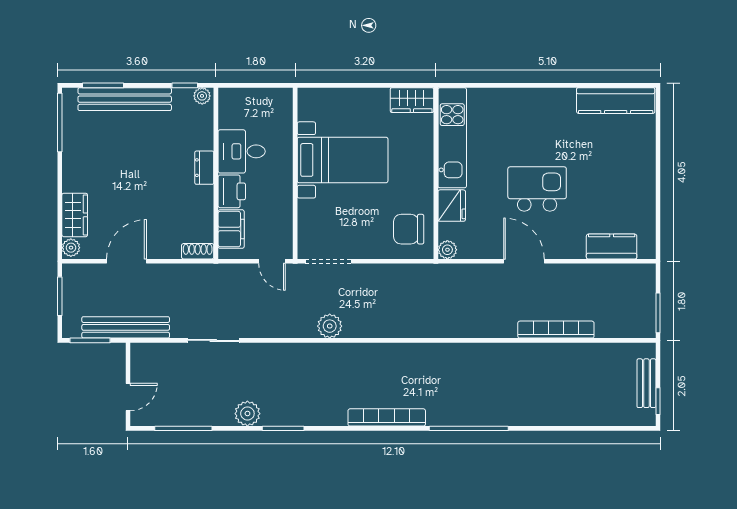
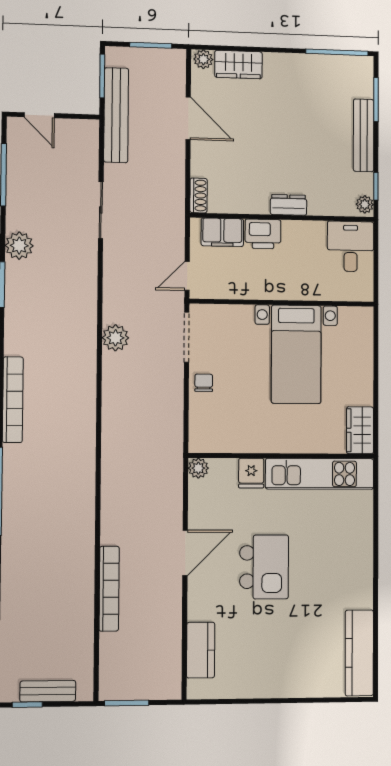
bench: (125, 99) -> (364, 135), width x0.73, depth x0.82
desk: (242, 151) -> (351, 246), moved
fridge: (452, 206) -> (251, 473), width x0.72
chair: (409, 229) -> (204, 383), moved, width x0.54, depth x0.54

